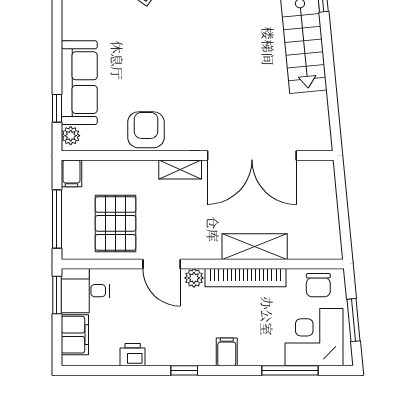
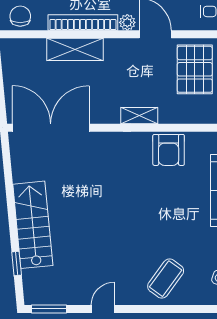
double door: (252, 156) -> (51, 128), moved

